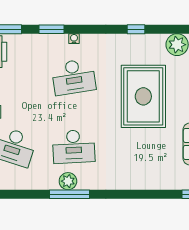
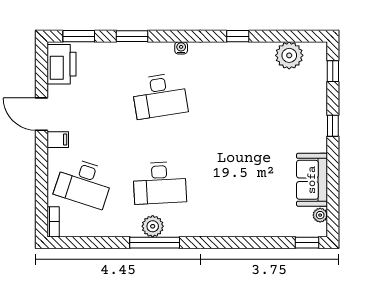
water cooler: (74, 39) -> (181, 48), moved
rug: (143, 96) -> (247, 120), removed

